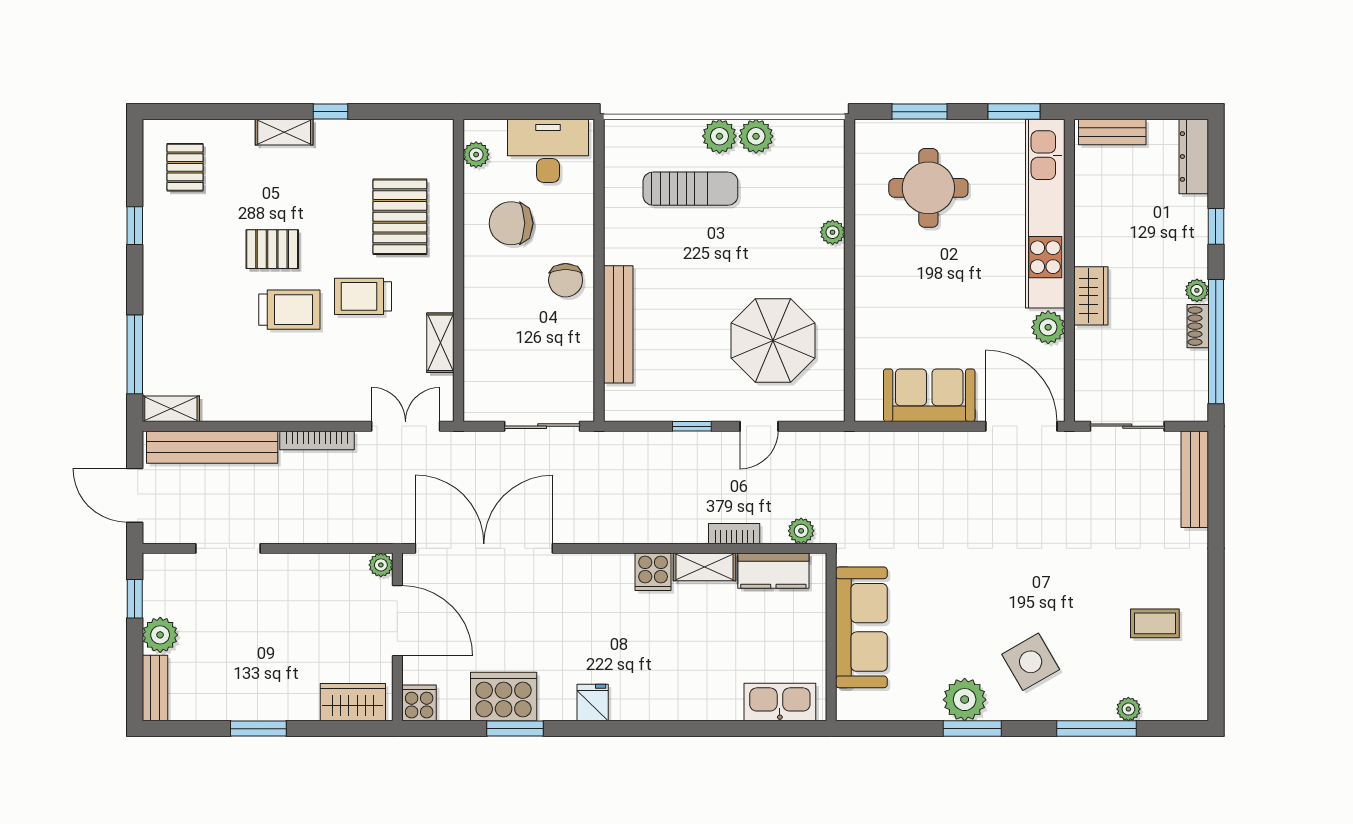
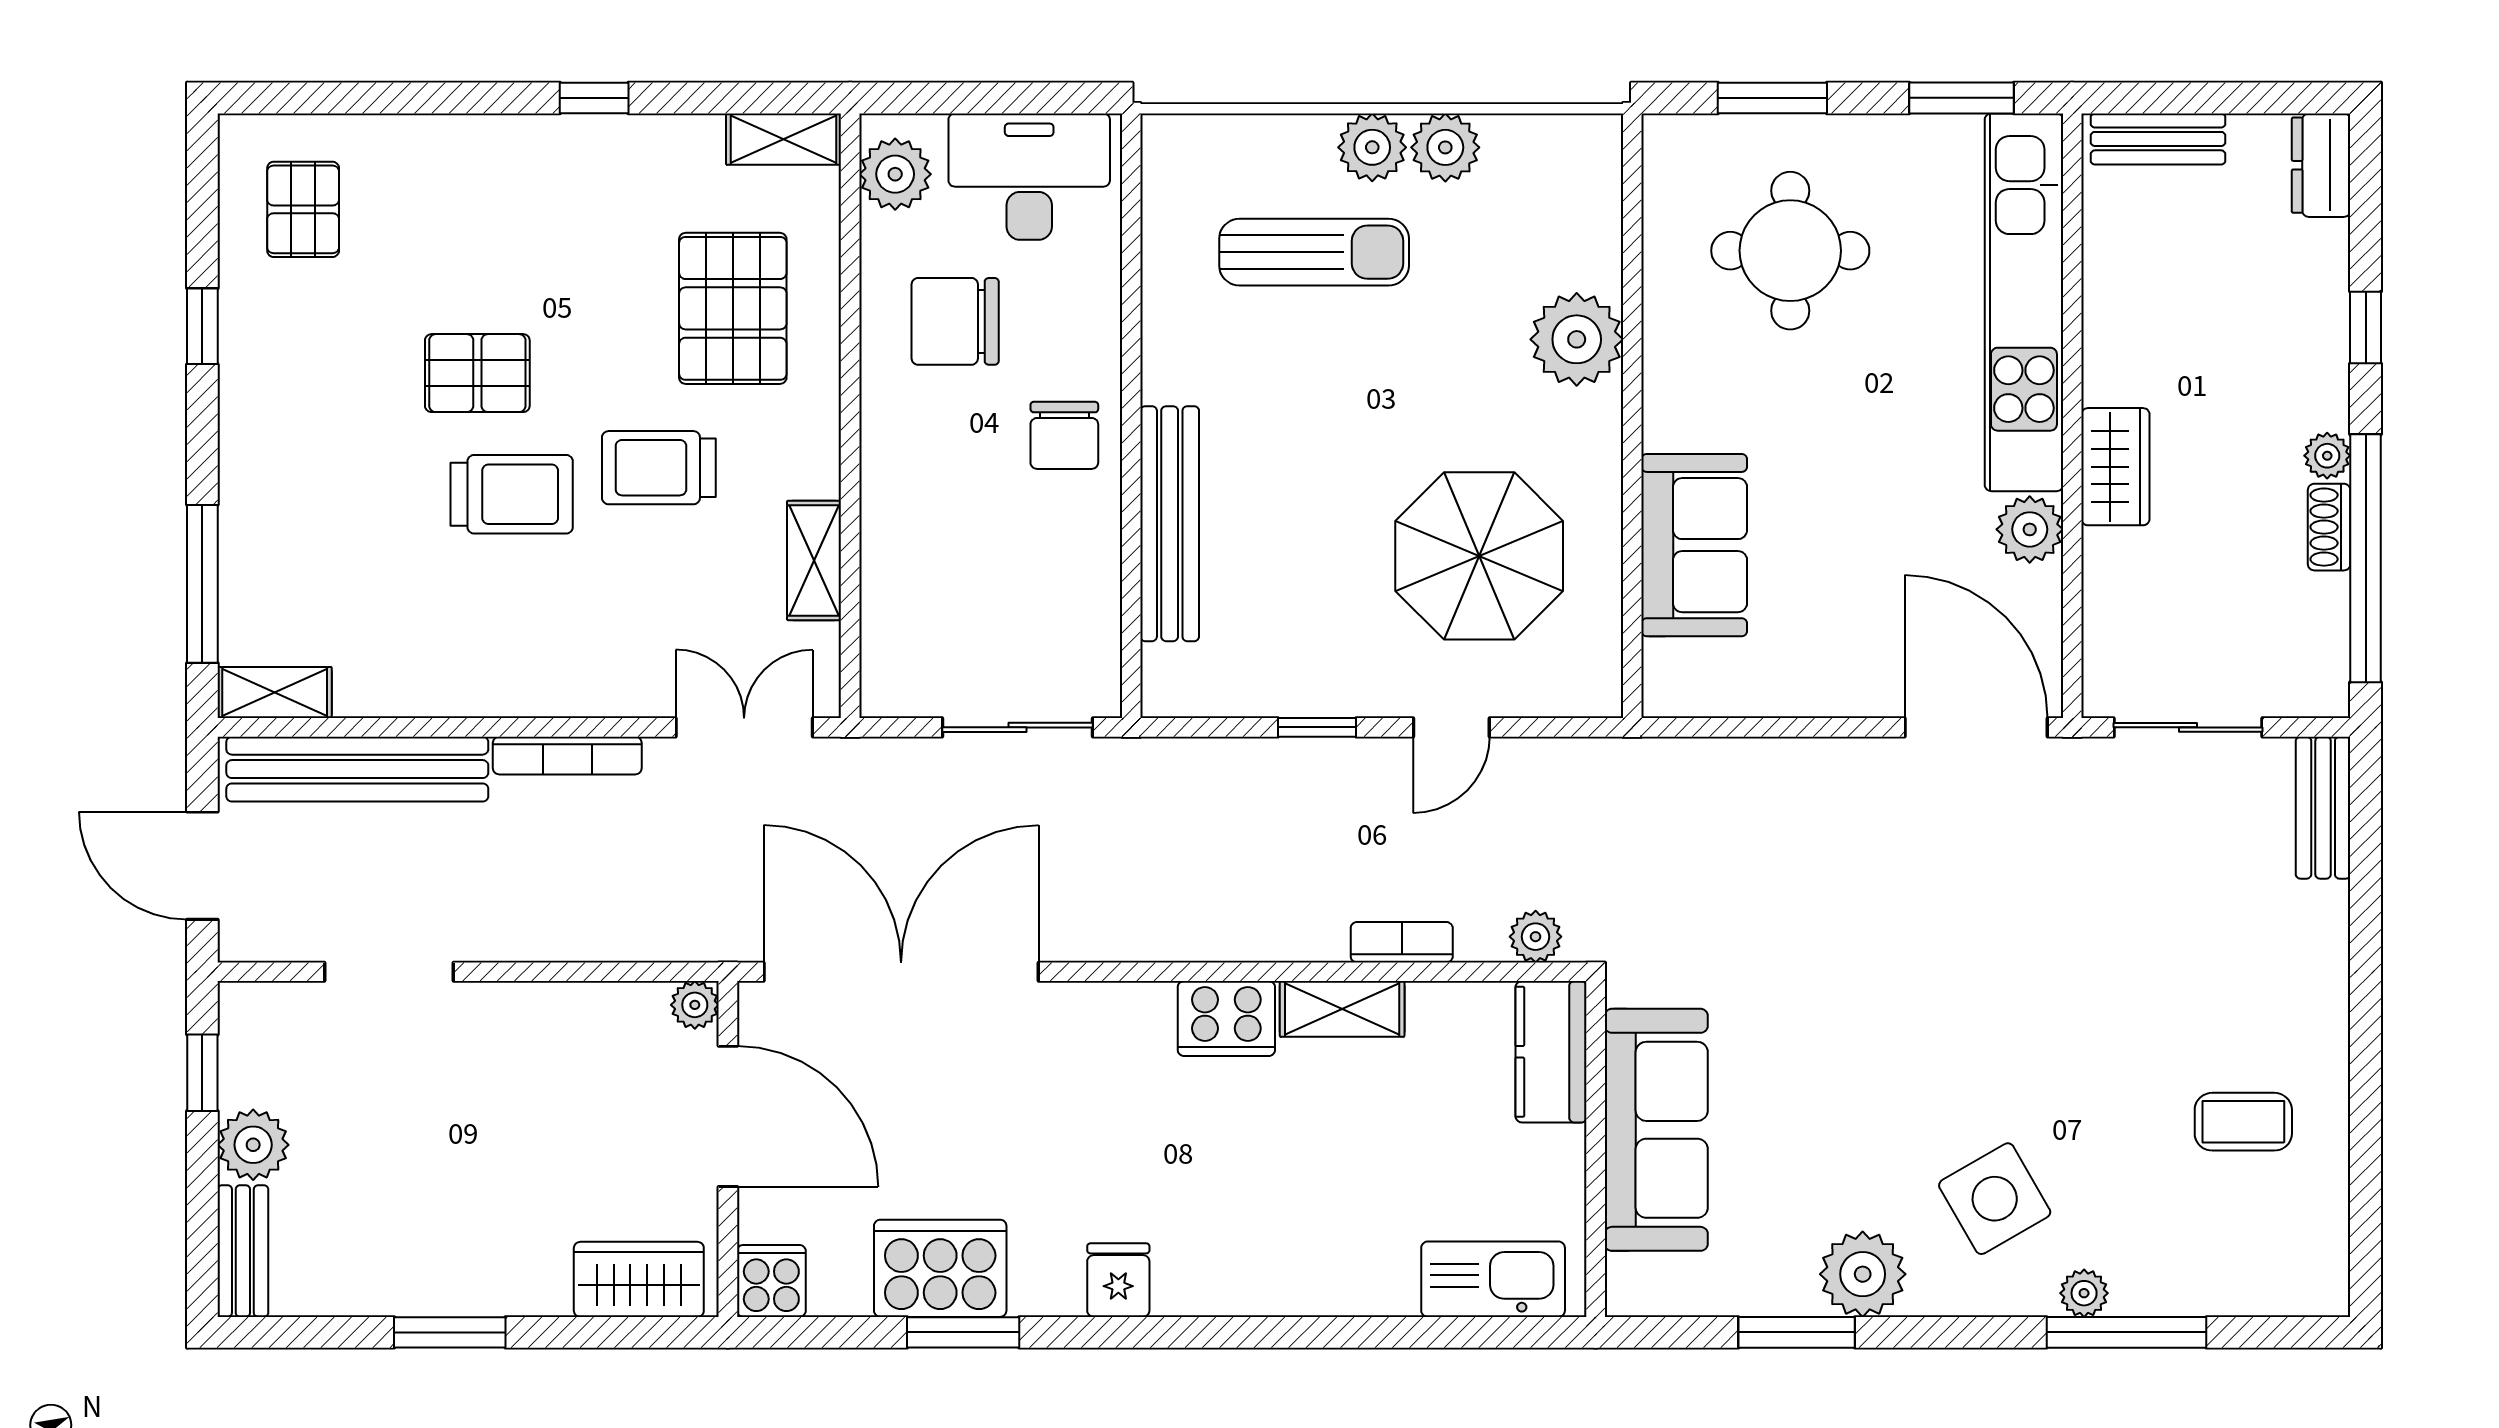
shelving: (284, 132) -> (784, 139), moved
plant: (476, 155) -> (895, 174), width x1.38, depth x1.38
dresser: (1194, 157) -> (2321, 165), width x0.70
plant: (833, 232) -> (1577, 339), width x1.87, depth x1.87
sofa: (929, 395) -> (1694, 545), moved, turned 90
bench: (1195, 479) -> (2323, 808), width x0.73
kitchen counter: (773, 571) -> (1551, 1052), moved, turned 90
cooker: (653, 572) -> (1226, 1019), width x1.36
plant: (1128, 709) -> (2084, 1293), moved
window: (972, 729) -> (1797, 1332), moved

